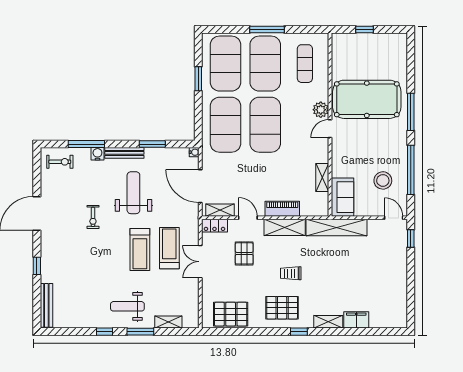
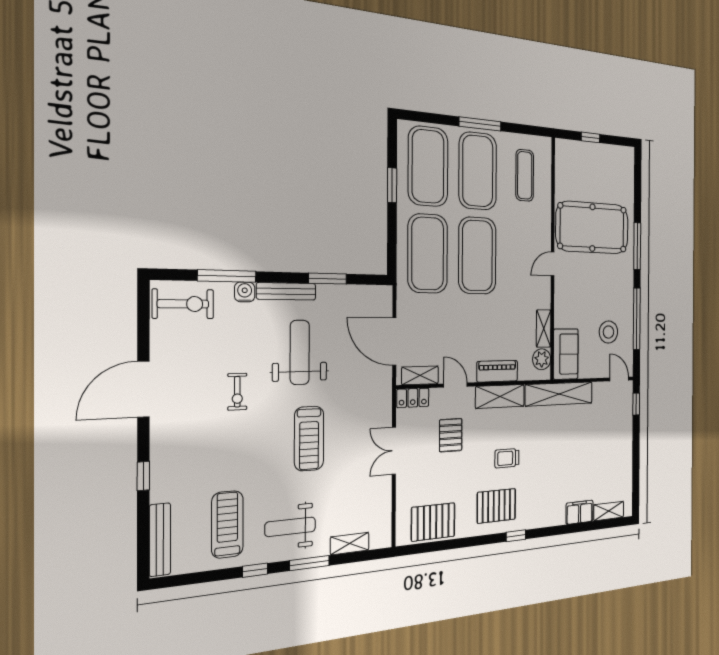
plant: (321, 110) -> (542, 359), moved
water cooler: (194, 152) -> (386, 292), removed
exercise bike: (60, 162) -> (183, 304), width x1.38, depth x1.39
treadmill: (169, 248) -> (227, 524), moved
shelving: (328, 322) -> (609, 511), moved

